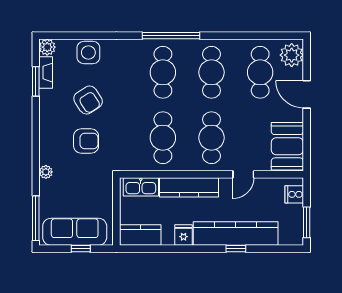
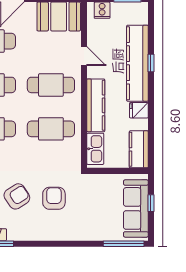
plant: (46, 172) -> (82, 235), removed

